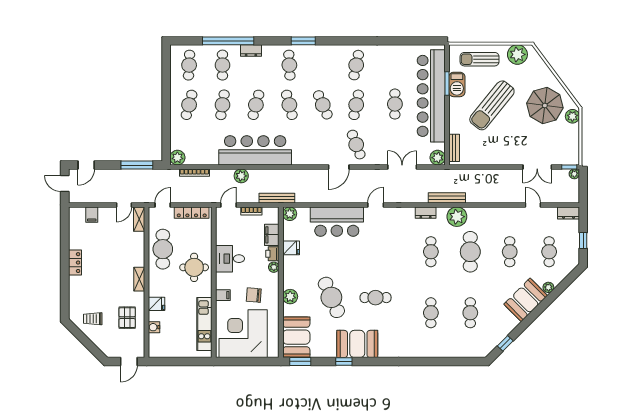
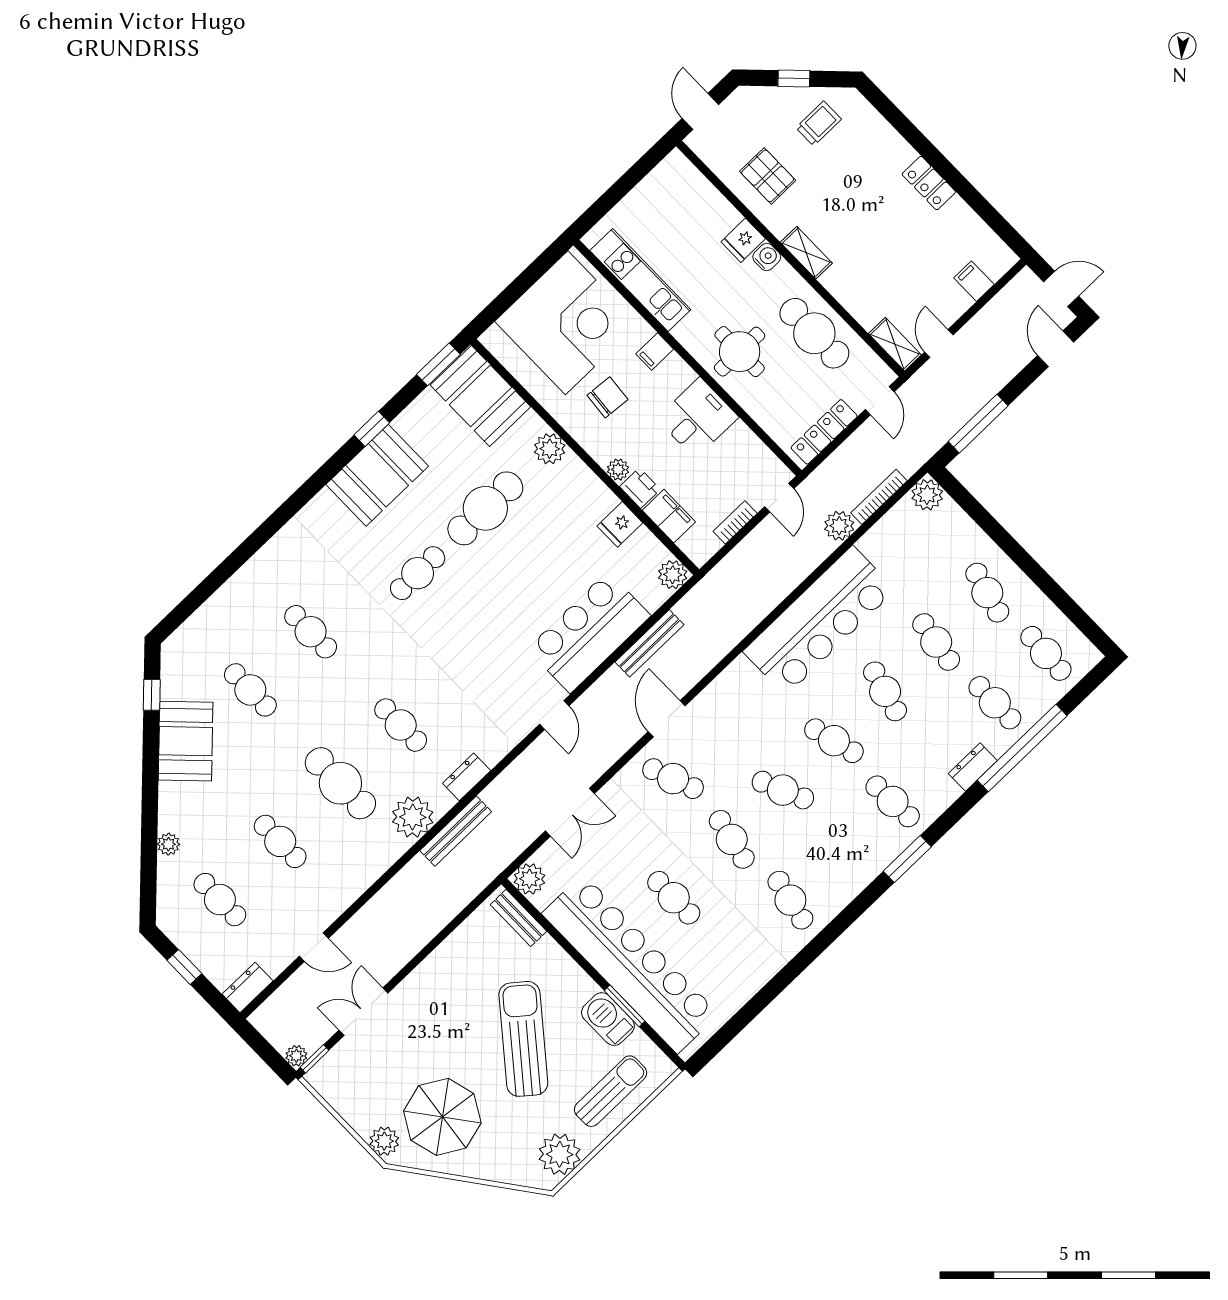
plant: (241, 176) -> (839, 526), moved
bench: (277, 198) -> (649, 643), moved
cafe table: (331, 297) -> (485, 508), turned -67
booth: (526, 300) -> (186, 741), moved
water cooler: (154, 327) -> (767, 257), moved
window: (86, 342) -> (794, 78), added

